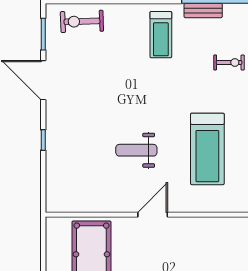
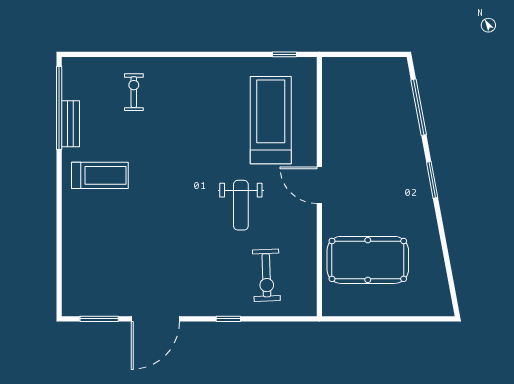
exercise bike: (82, 21) -> (266, 275), moved
treadmill: (207, 149) -> (271, 120), moved, turned -90

